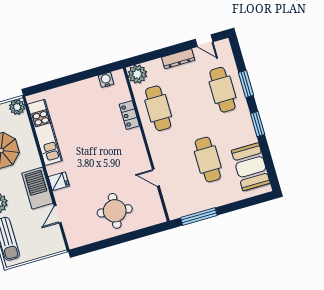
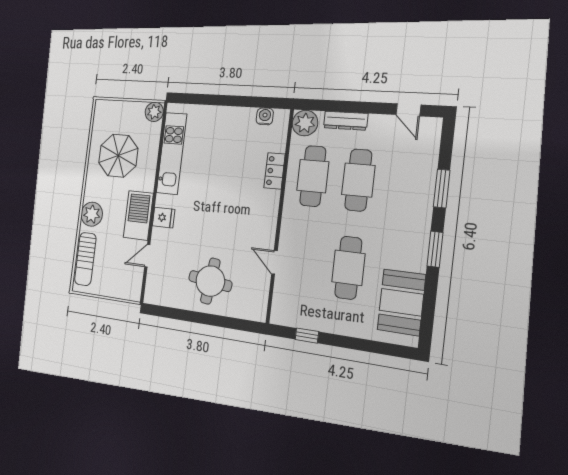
dresser: (178, 59) -> (346, 121), moved
cafe table: (222, 90) -> (358, 180), moved
window: (199, 217) -> (307, 336), width x0.46

